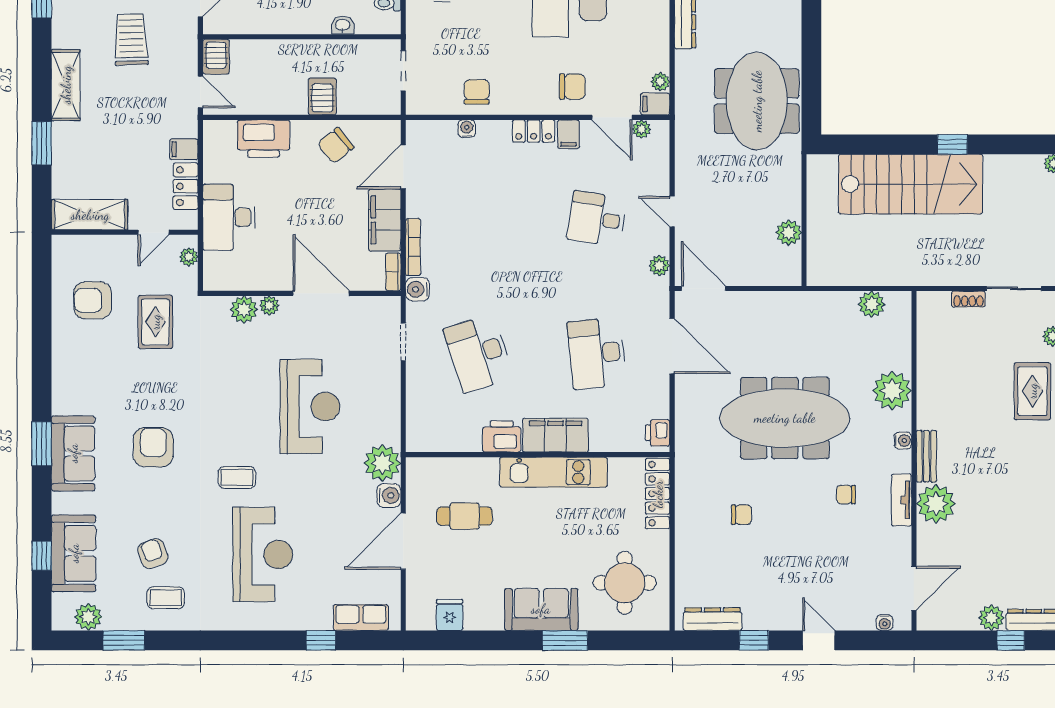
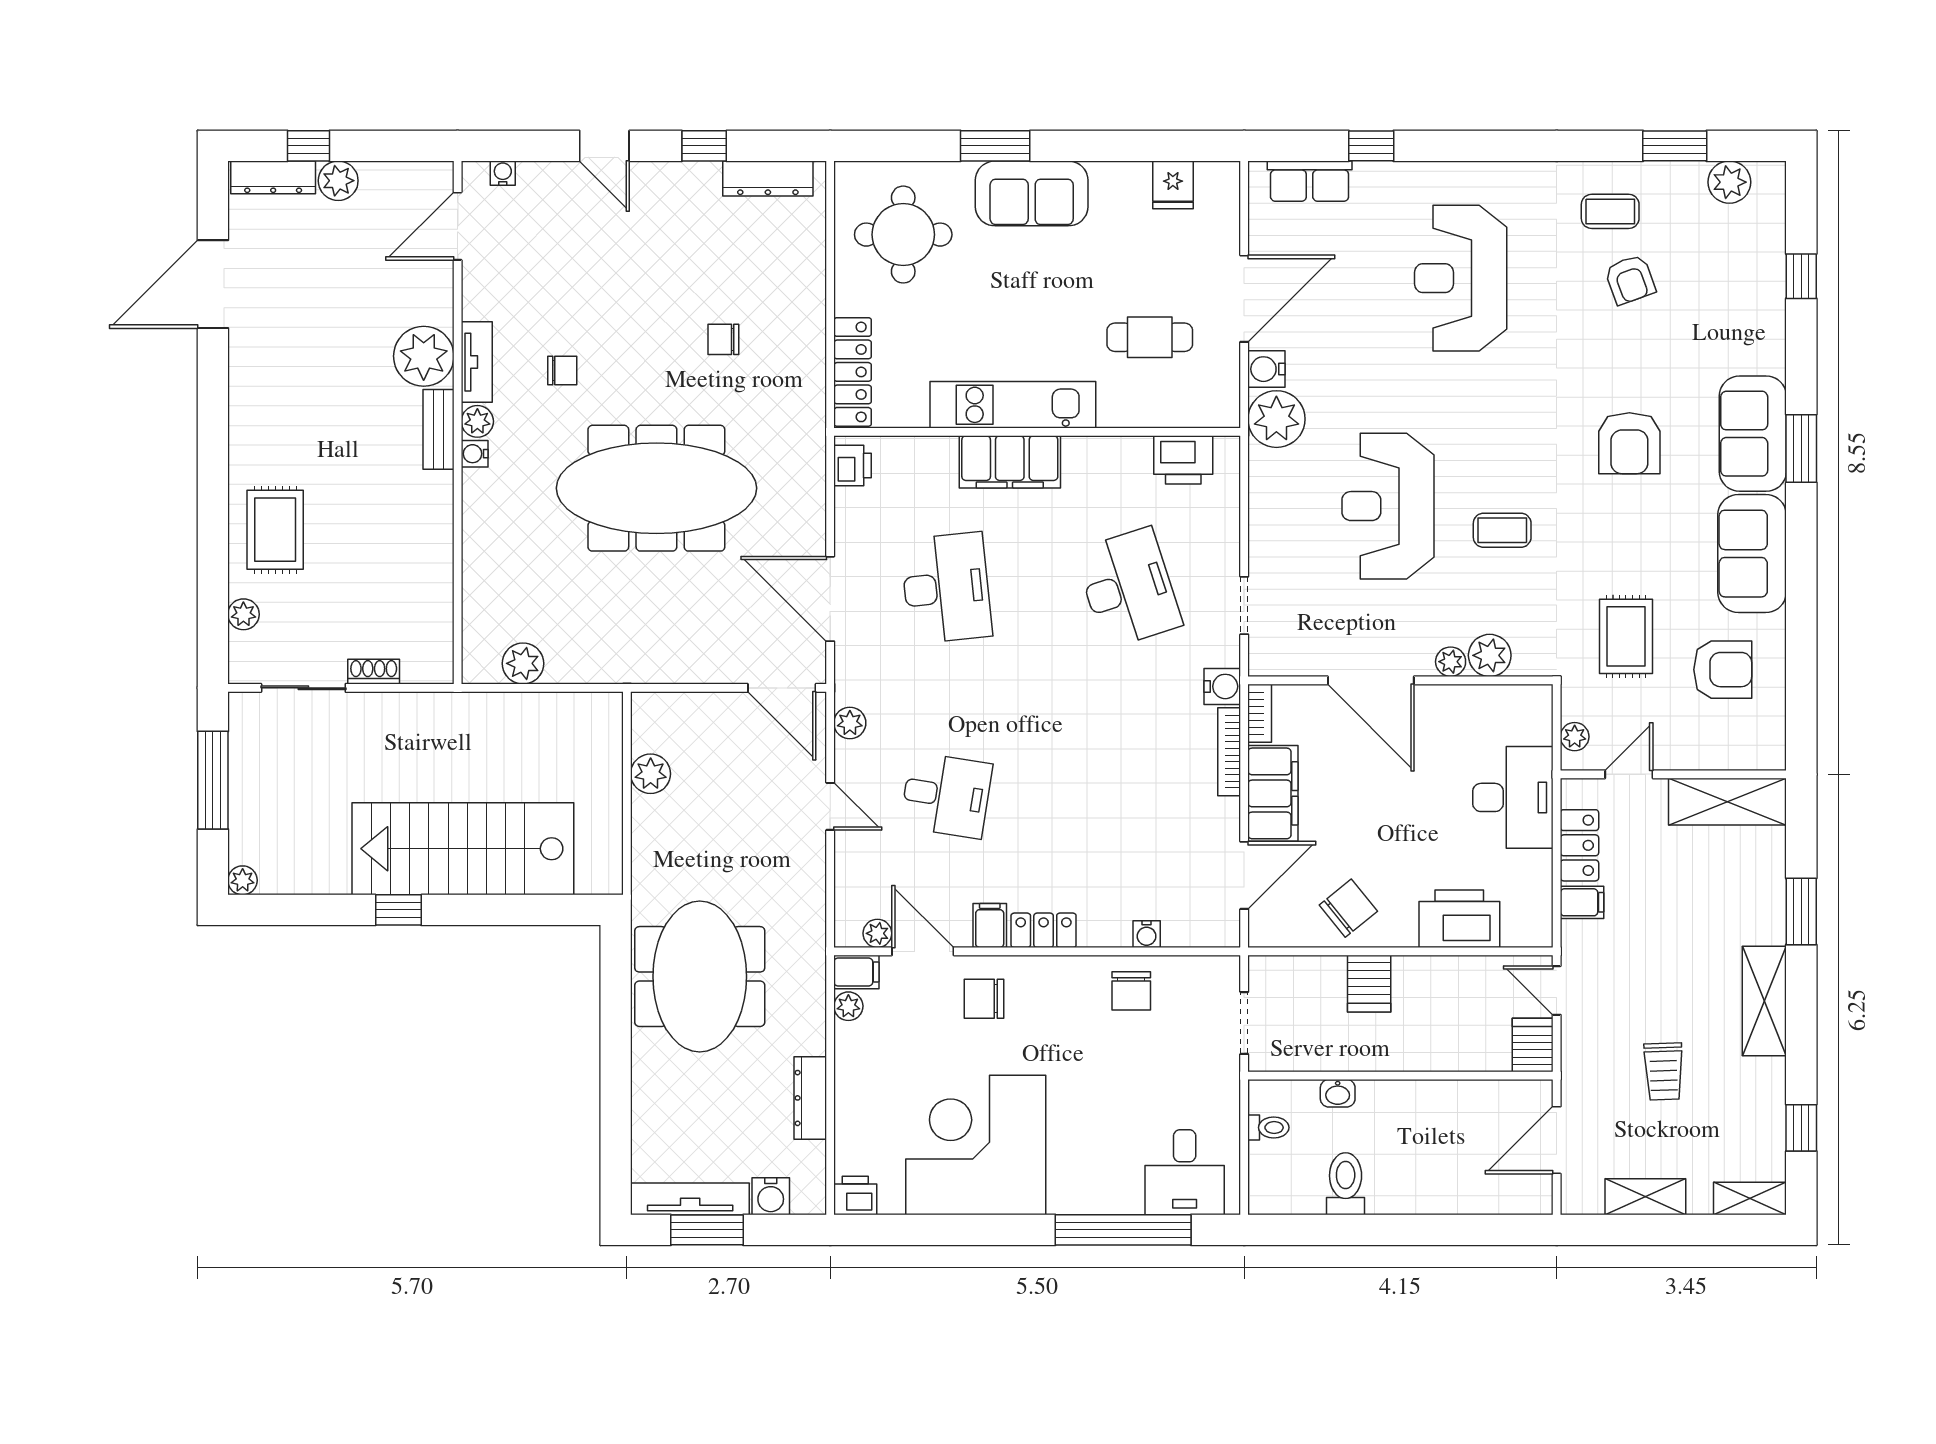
trolley: (131, 39) -> (1664, 1071), width x0.73, depth x0.72
plant: (892, 391) -> (477, 421), moved, width x0.53, depth x0.53
printer: (502, 436) -> (1183, 460), moved
coffee table: (237, 477) -> (1502, 530), moved
sofa: (74, 553) -> (1752, 554), moved

